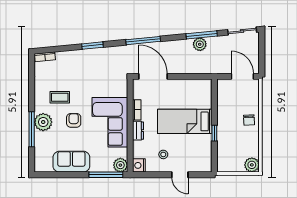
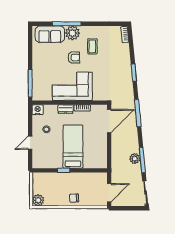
sofa: (71, 162) -> (50, 34), moved, turned 90
plant: (120, 165) -> (38, 95), removed

